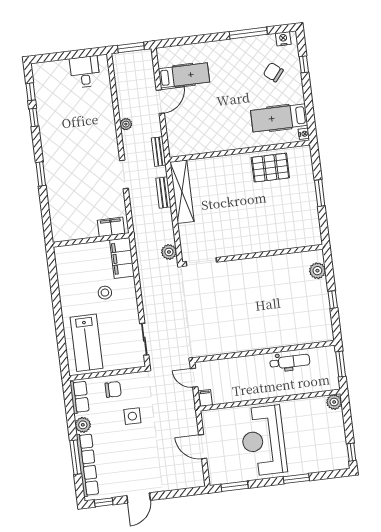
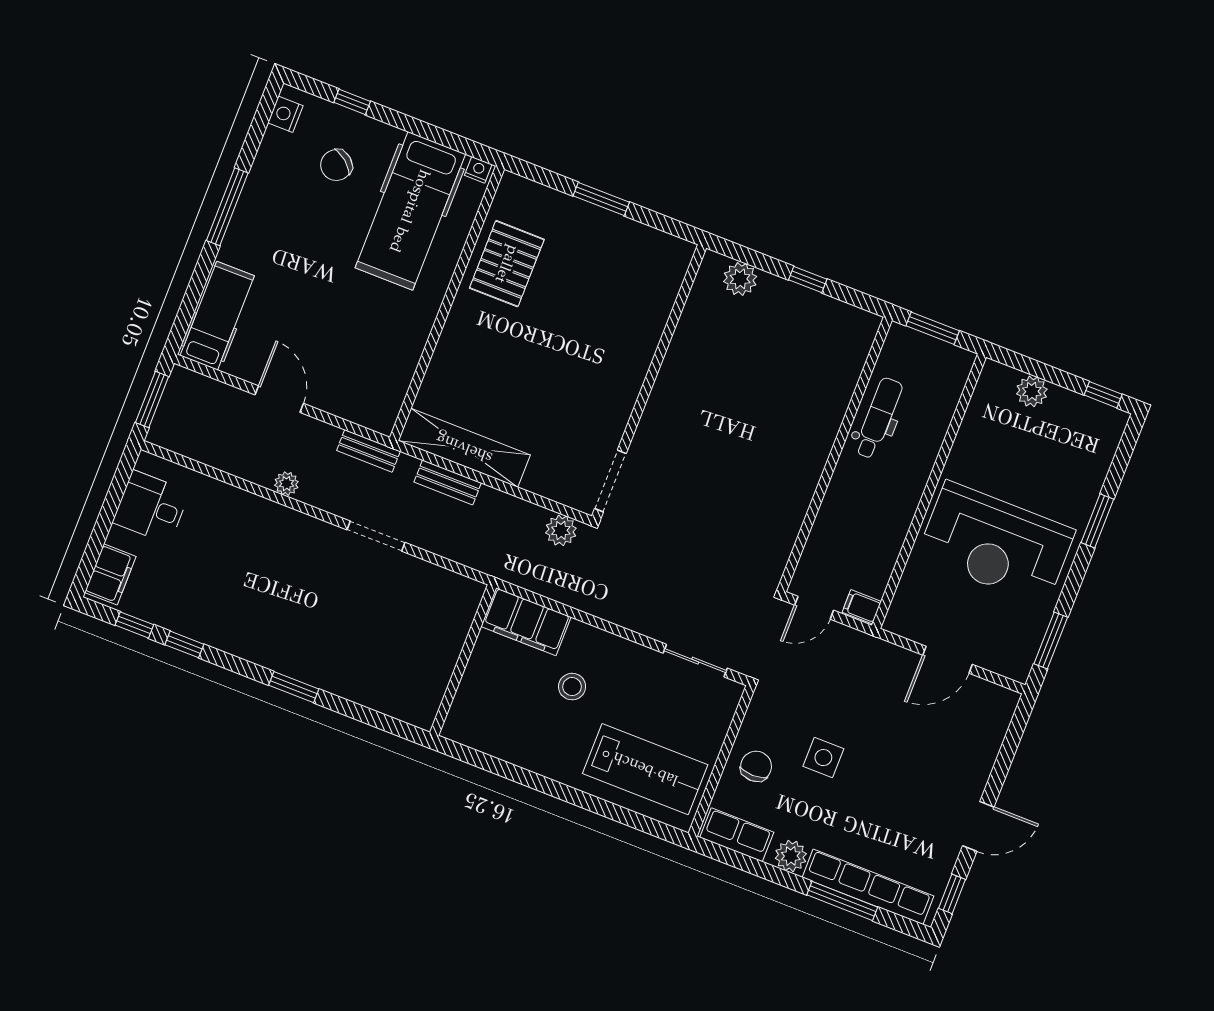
window: (248, 33) -> (227, 207), moved
hospital bed: (184, 75) -> (217, 316), moved
hospital bed: (279, 118) -> (410, 211), width x1.37, depth x1.29
filing cabinet: (111, 227) -> (110, 574), moved, turned 180
plant: (334, 402) -> (1032, 391), moved
door: (139, 498) -> (978, 826), hinge flipped

